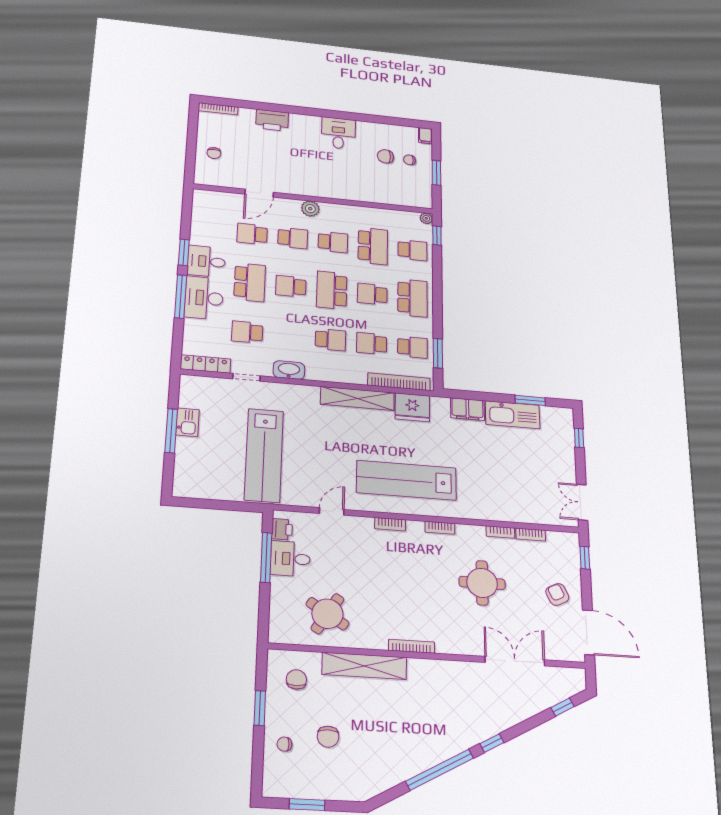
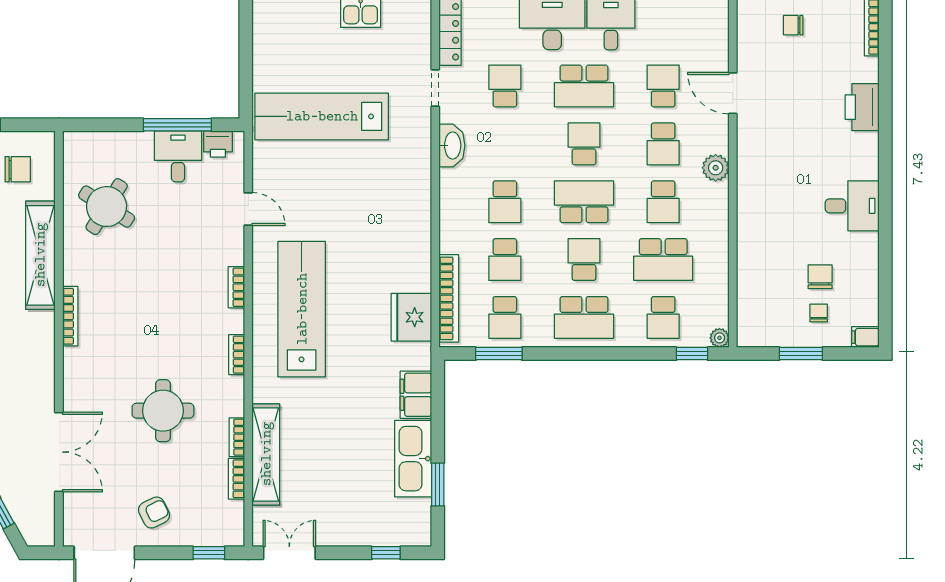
school desk: (372, 343) -> (505, 260), turned 180
shelving: (357, 398) -> (266, 454), moved

